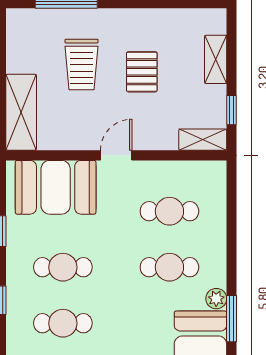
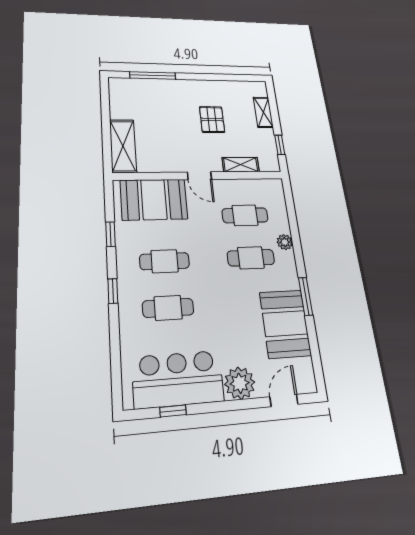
trolley: (82, 64) -> (167, 114), removed
shelving: (203, 140) -> (241, 165), moved
door: (116, 155) -> (199, 176), swing flipped
plant: (216, 299) -> (285, 242), moved

